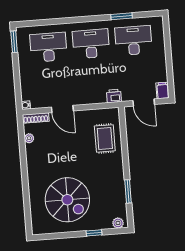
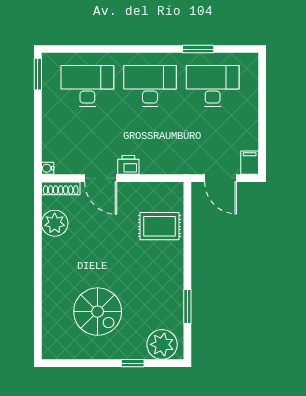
printer: (114, 96) -> (128, 165), moved
plant: (29, 138) -> (55, 223), width x1.88, depth x1.88
rug: (105, 138) -> (159, 226), turned 90
spiral stairs: (67, 200) -> (98, 312), width x0.73, depth x0.73
plant: (118, 223) -> (162, 344), width x1.88, depth x1.88

